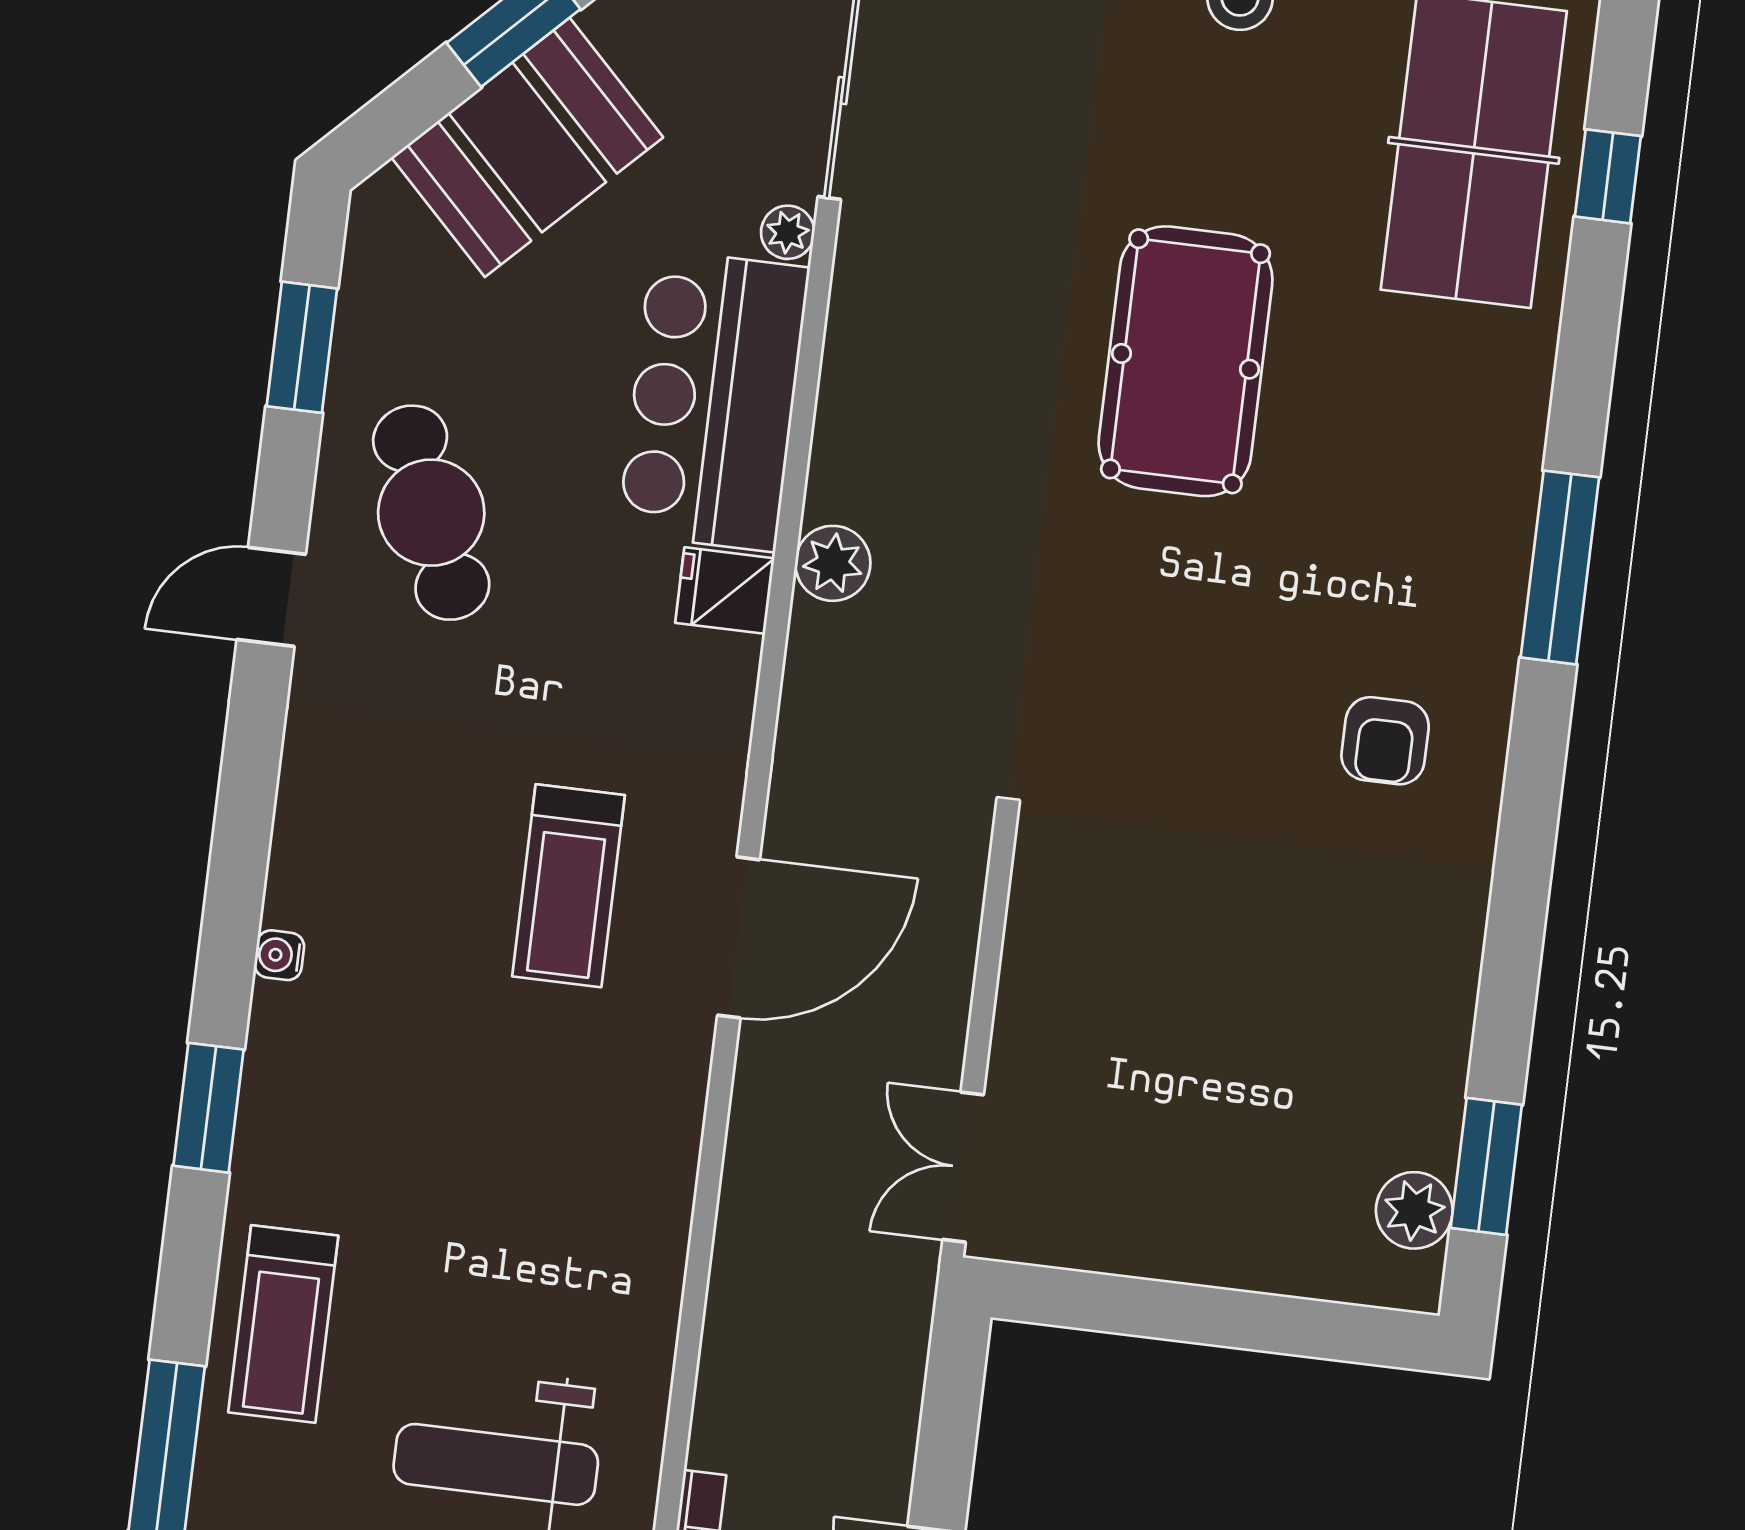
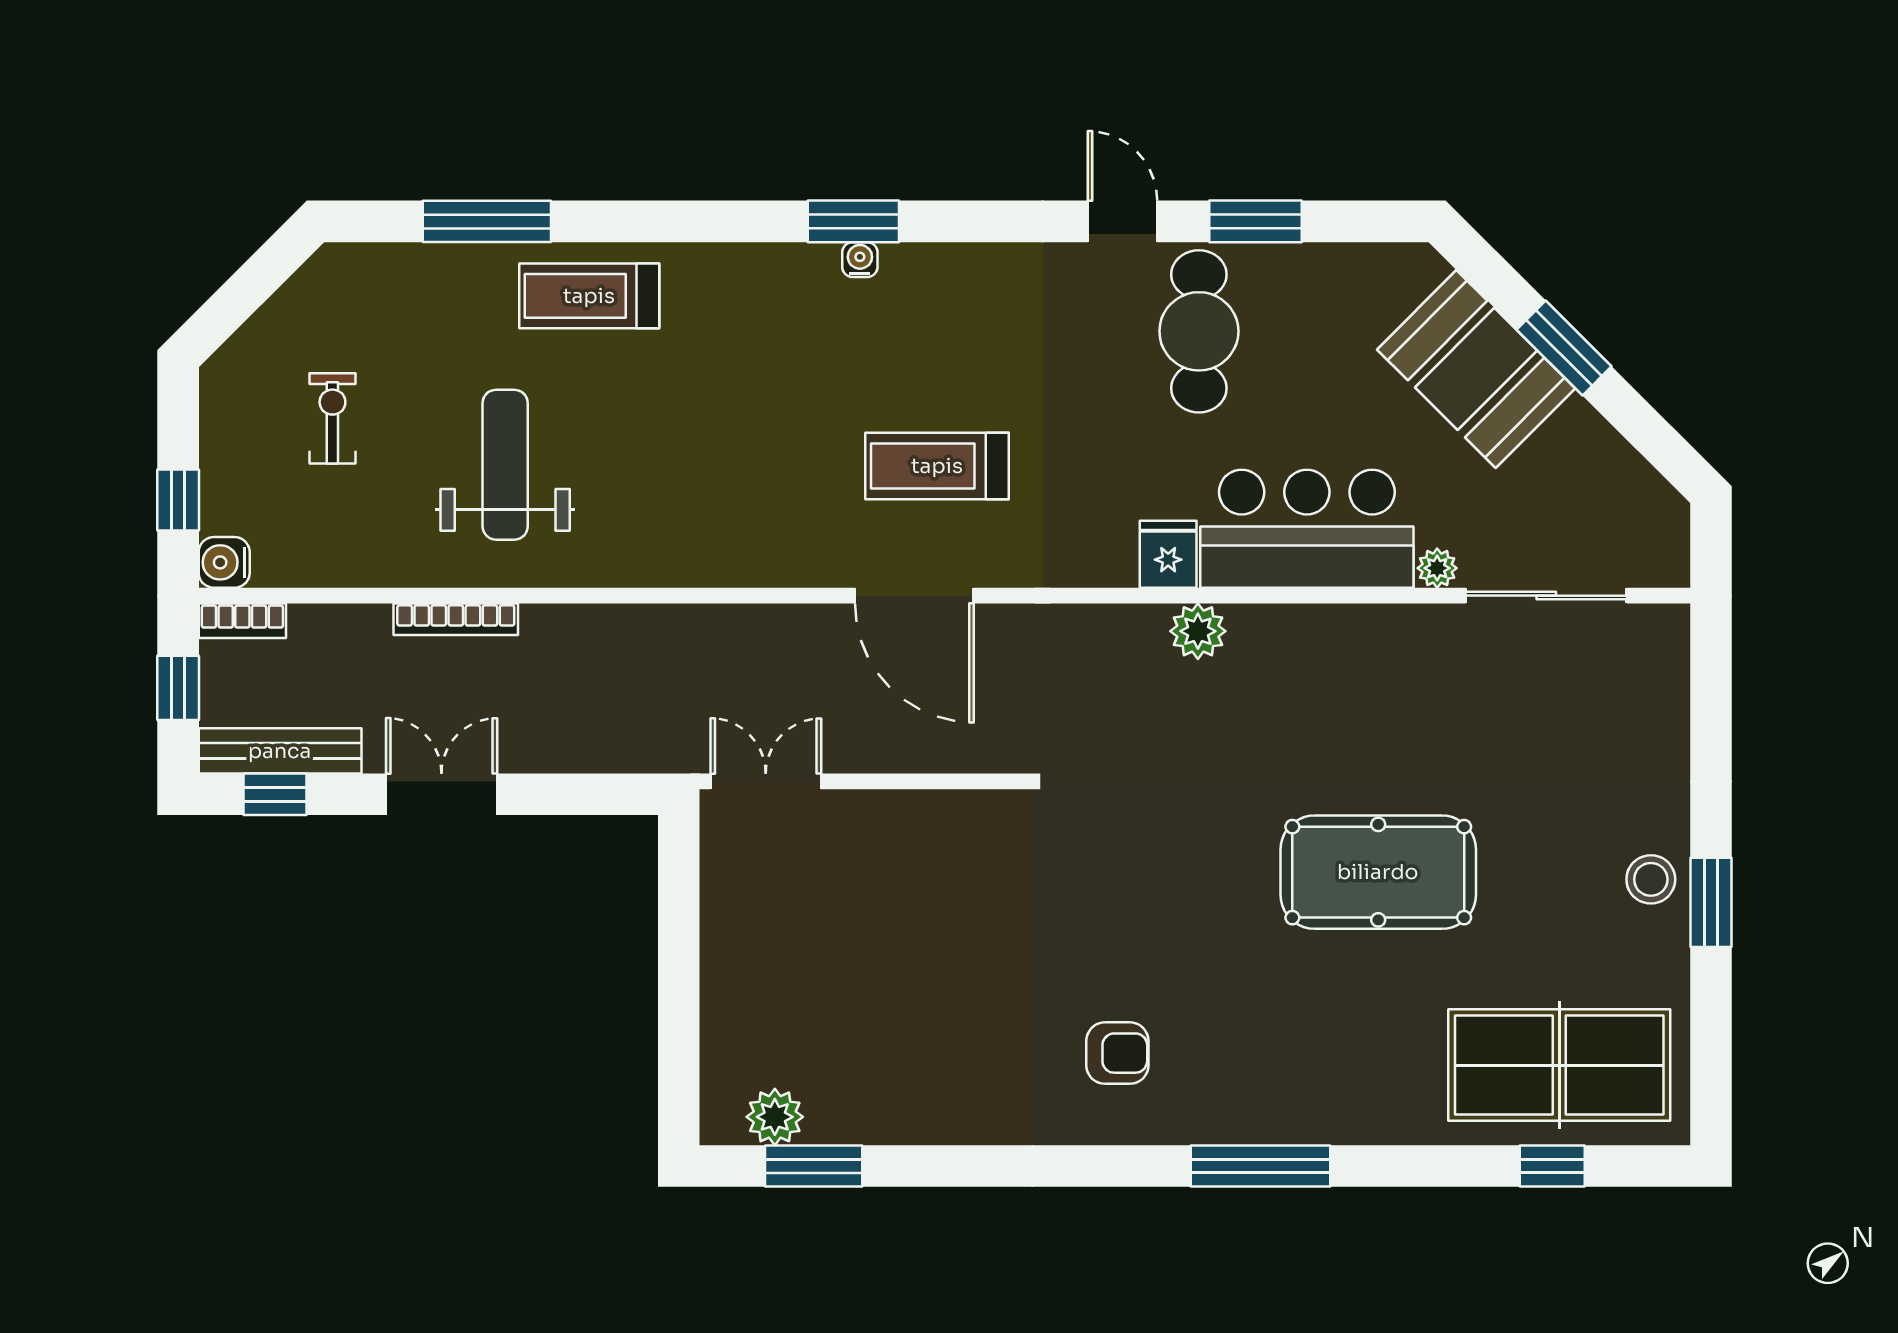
window: (302, 347) -> (1255, 221), moved
cafe table: (431, 513) -> (1199, 331), turned -67
armchair: (1385, 741) -> (1117, 1053), turned 180
window: (209, 1108) -> (853, 221), moved

